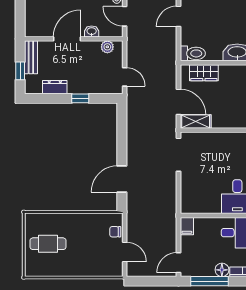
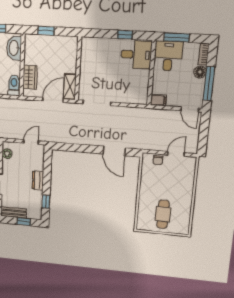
dresser: (55, 87) -> (38, 180), moved
window: (80, 98) -> (46, 202), moved

